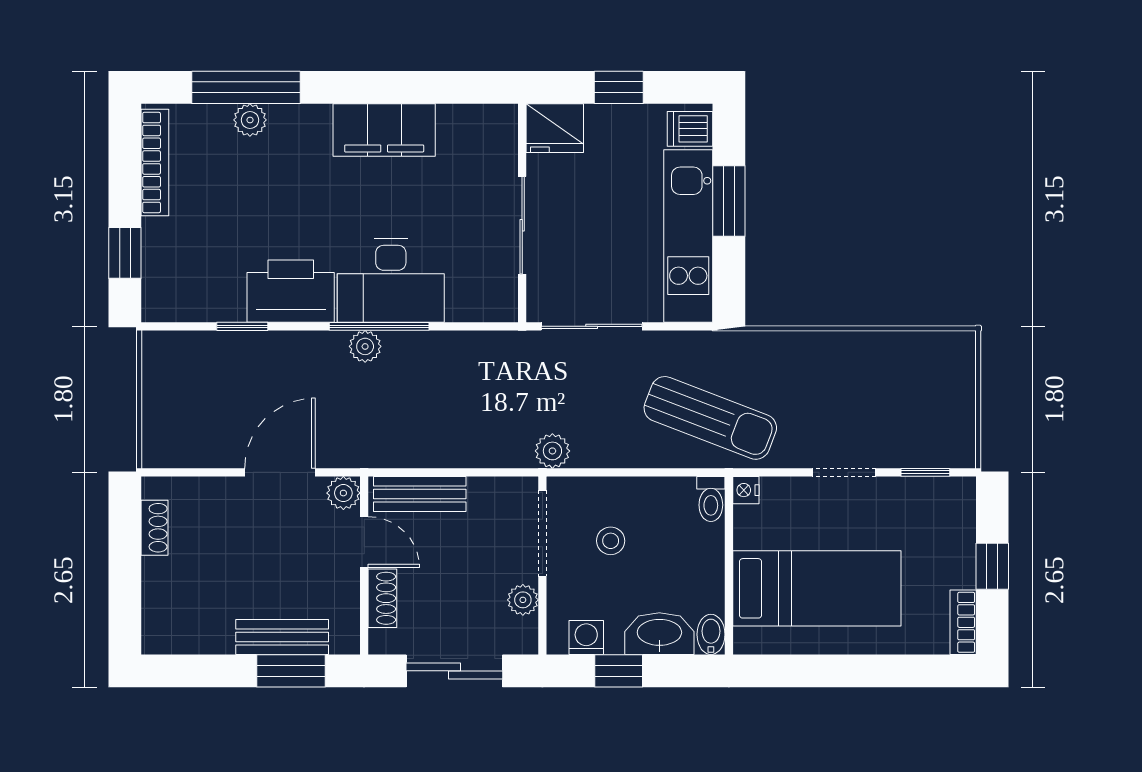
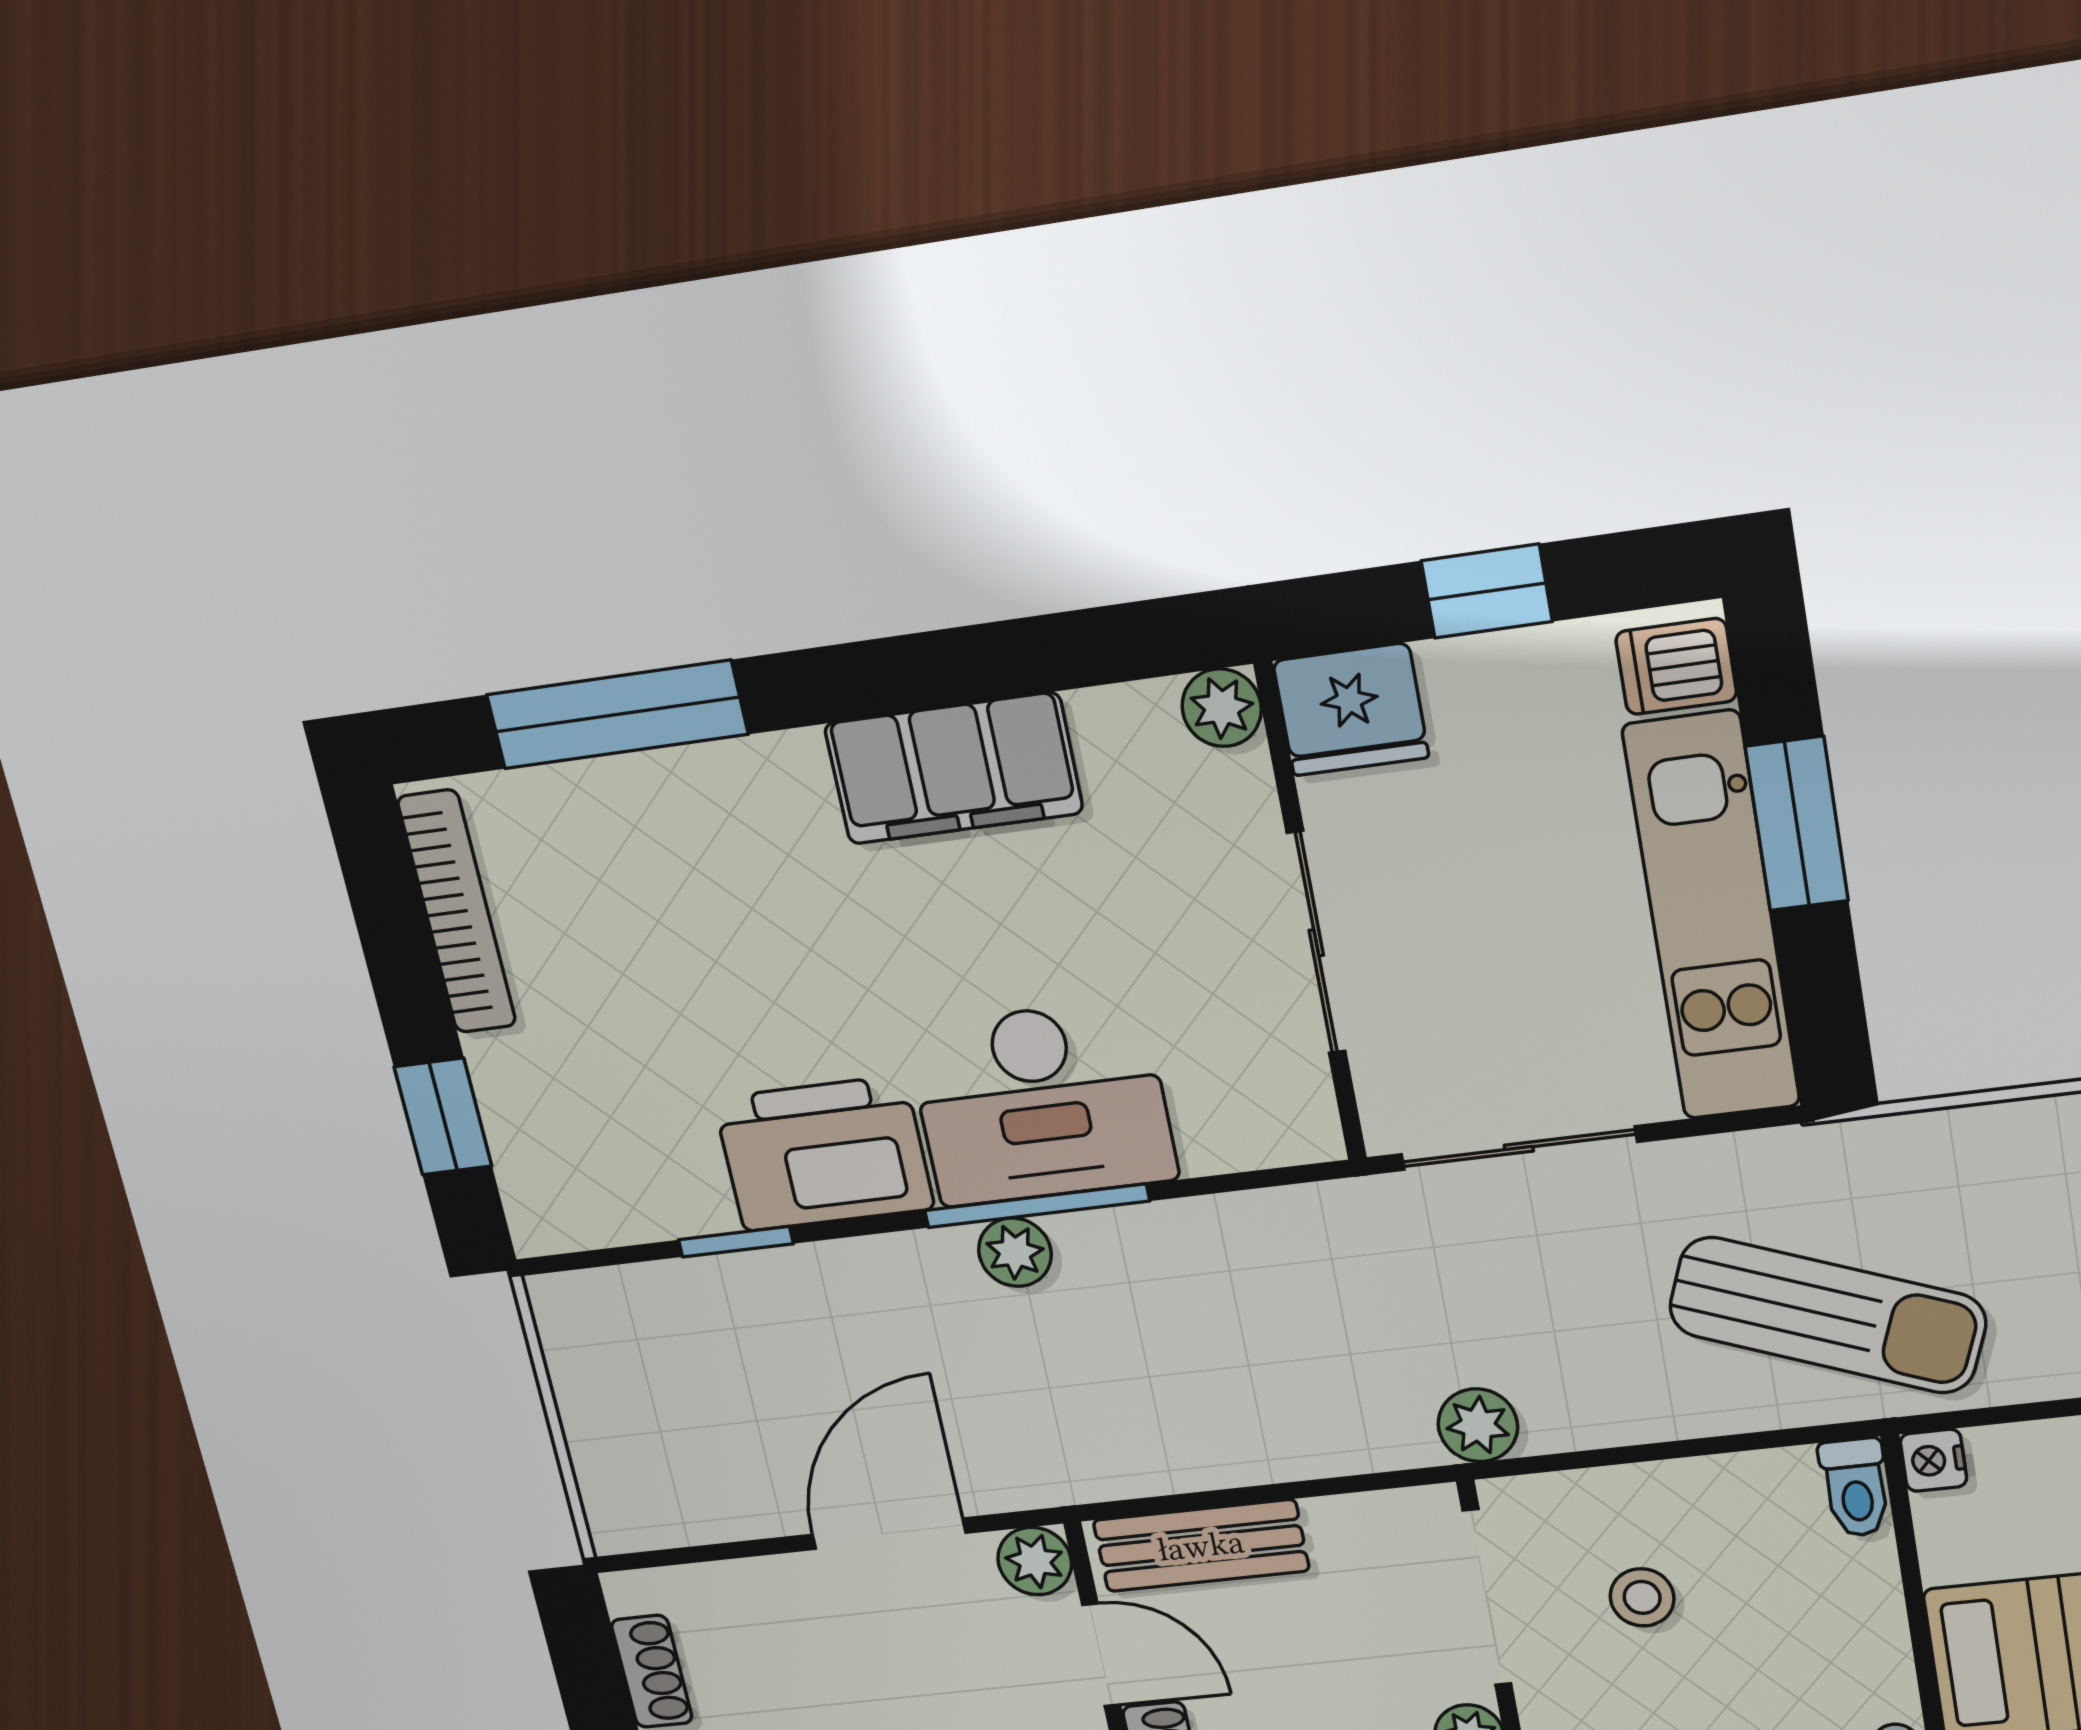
plant: (250, 120) -> (1222, 708), moved

